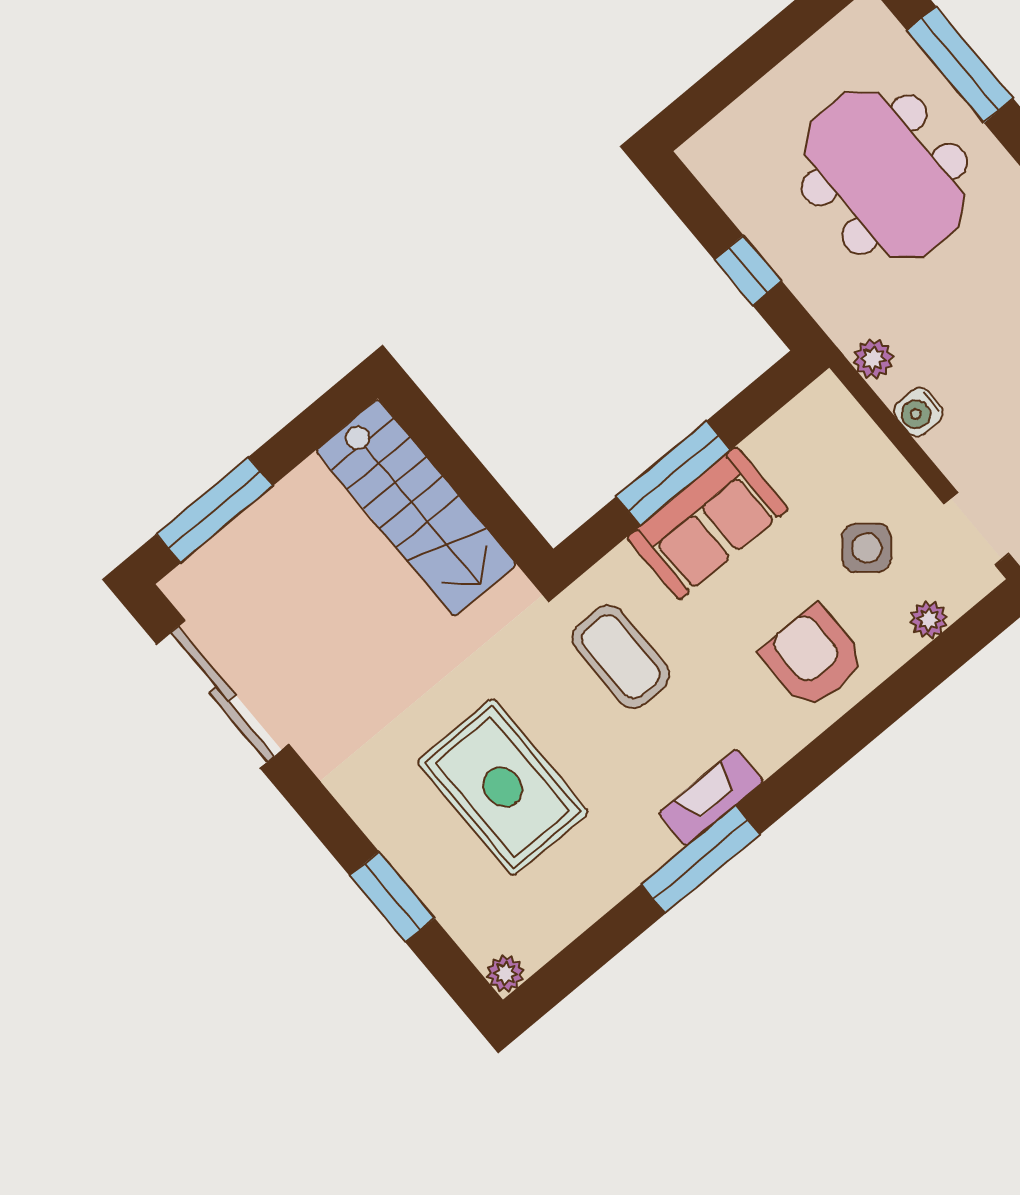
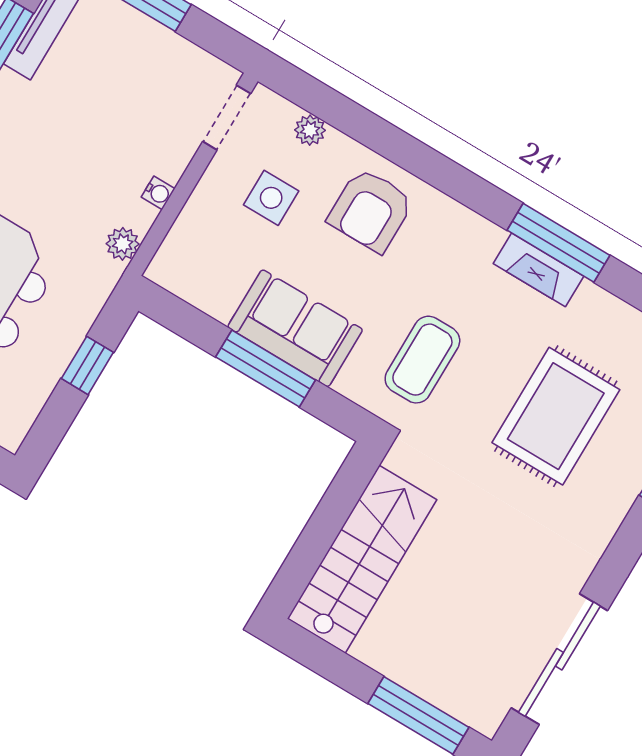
water cooler: (918, 412) -> (158, 193), width x0.72, depth x0.72
side table: (867, 548) -> (271, 198), turned -38
fireplace: (711, 797) -> (538, 270), moved

